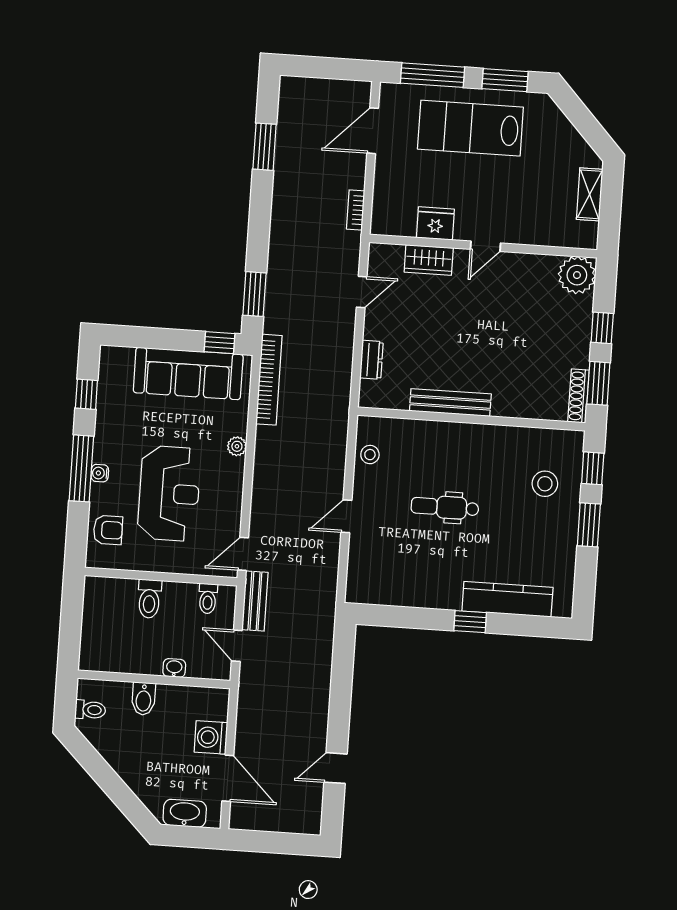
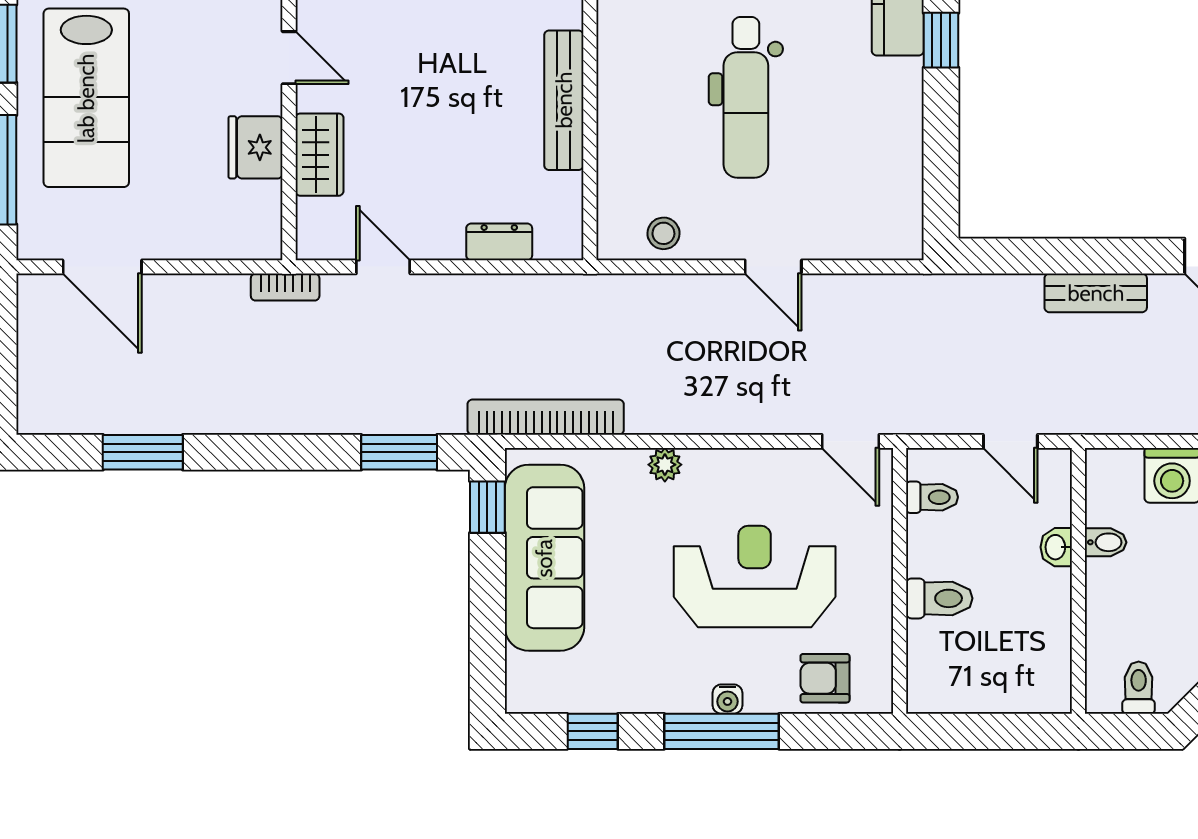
bookcase: (356, 210) -> (285, 287), moved
dental chair: (445, 507) -> (746, 97), width x1.36, depth x1.38
armchair: (108, 530) -> (825, 678), turned -90
bench: (255, 601) -> (1096, 293), moved
door: (237, 646) -> (1010, 441), hinge flipped
bidet: (144, 699) -> (1106, 542), moved, width x0.72, depth x0.74

